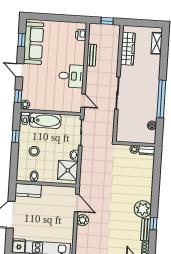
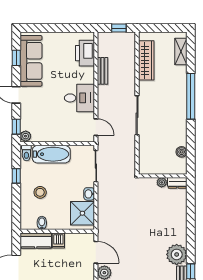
printer: (81, 35) -> (85, 53), width x1.87, depth x1.48
window: (161, 99) -> (191, 96), moved
dishwasher: (47, 192) -> (58, 240), added

